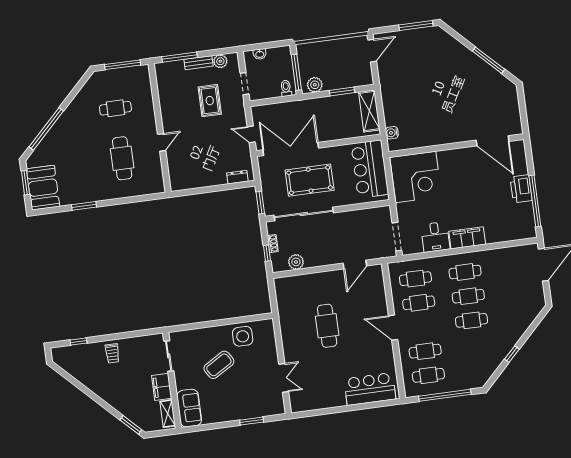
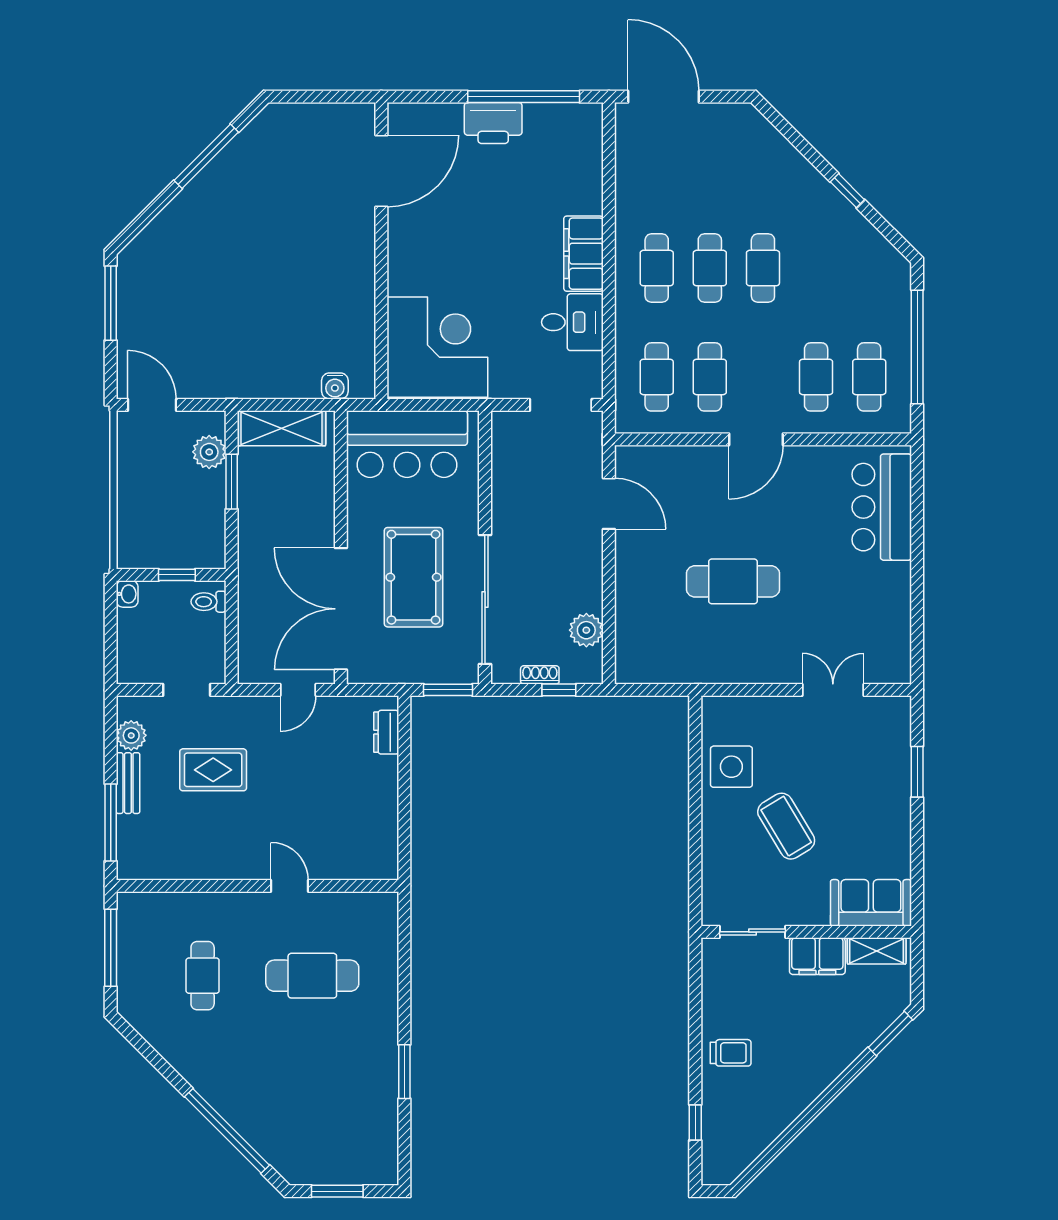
washbasin: (260, 54) -> (127, 594), moved
window: (296, 72) -> (177, 575), width x0.46
plant: (315, 85) -> (209, 452), moved
booth: (43, 188) -> (353, 1155), removed

